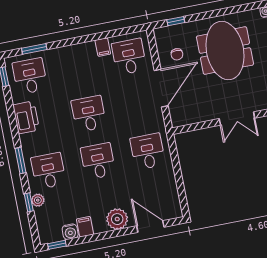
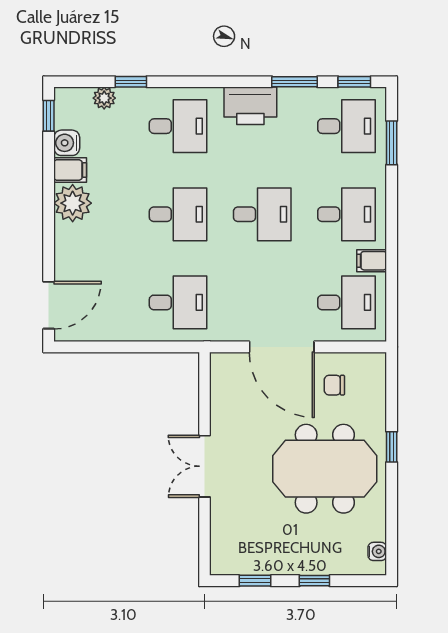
window: (176, 21) -> (392, 447), moved
desk: (79, 66) -> (346, 214), added
printer: (26, 117) -> (250, 106), moved
window: (20, 160) -> (295, 82), moved
plant: (38, 200) -> (104, 98), moved
plant: (117, 219) -> (73, 203), moved
door: (150, 227) -> (49, 305), moved

